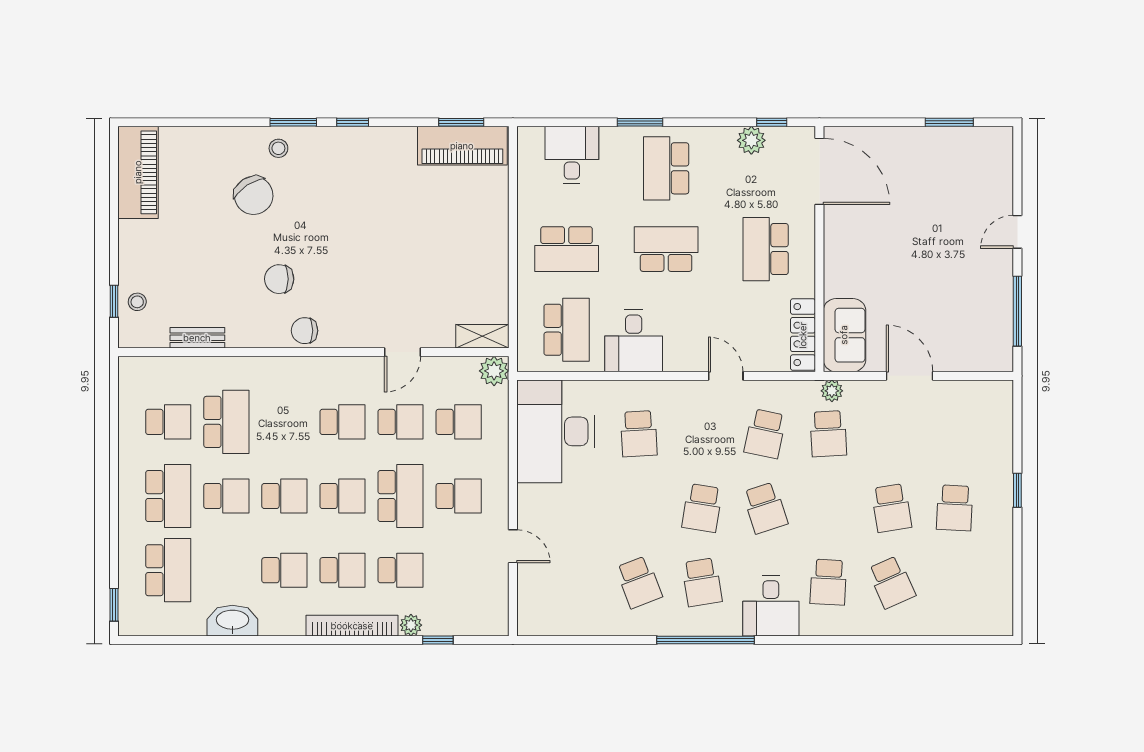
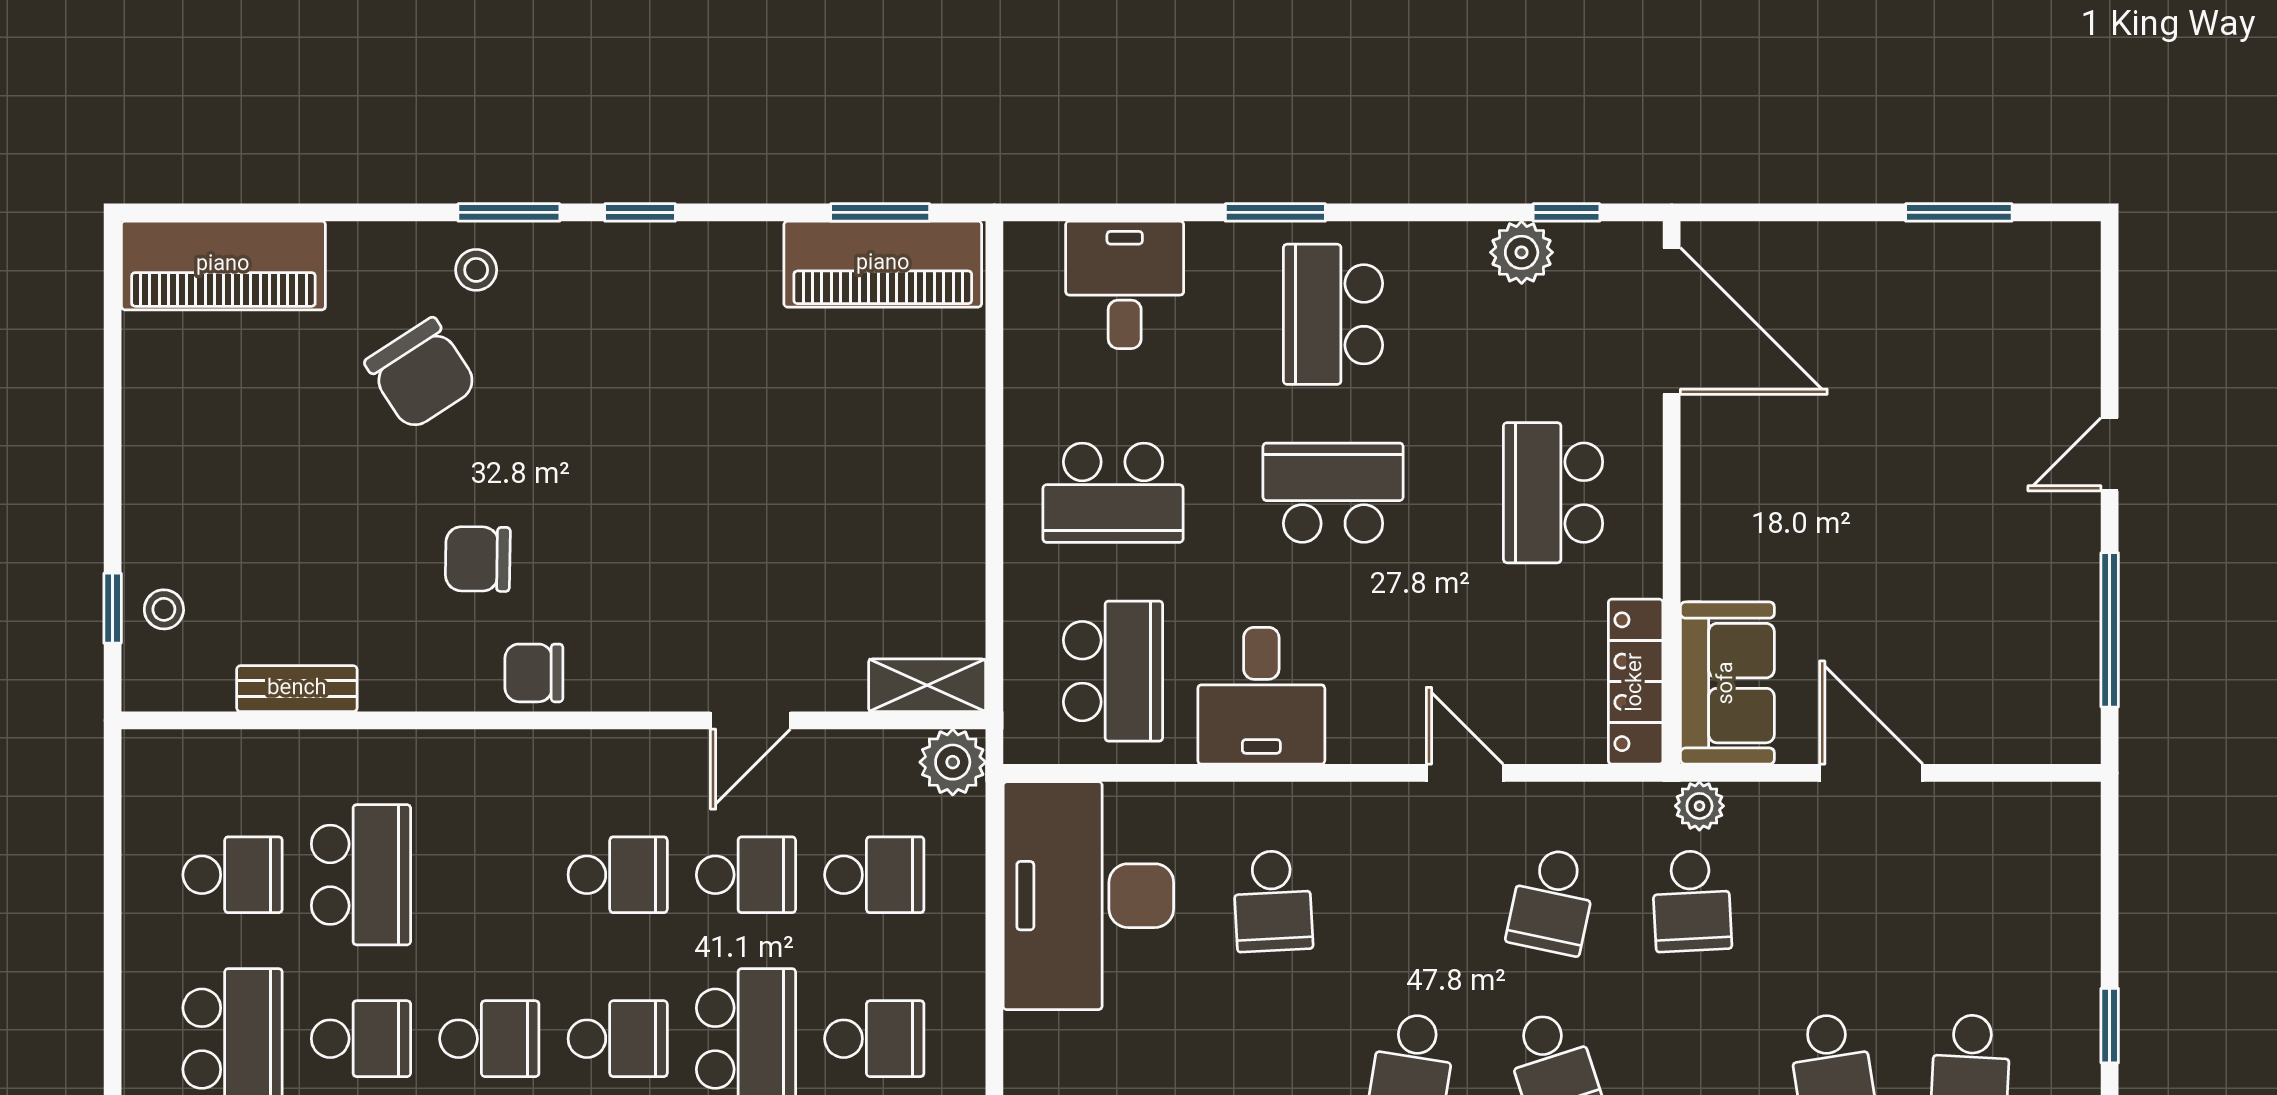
piano: (138, 172) -> (223, 265), moved, turned 90

